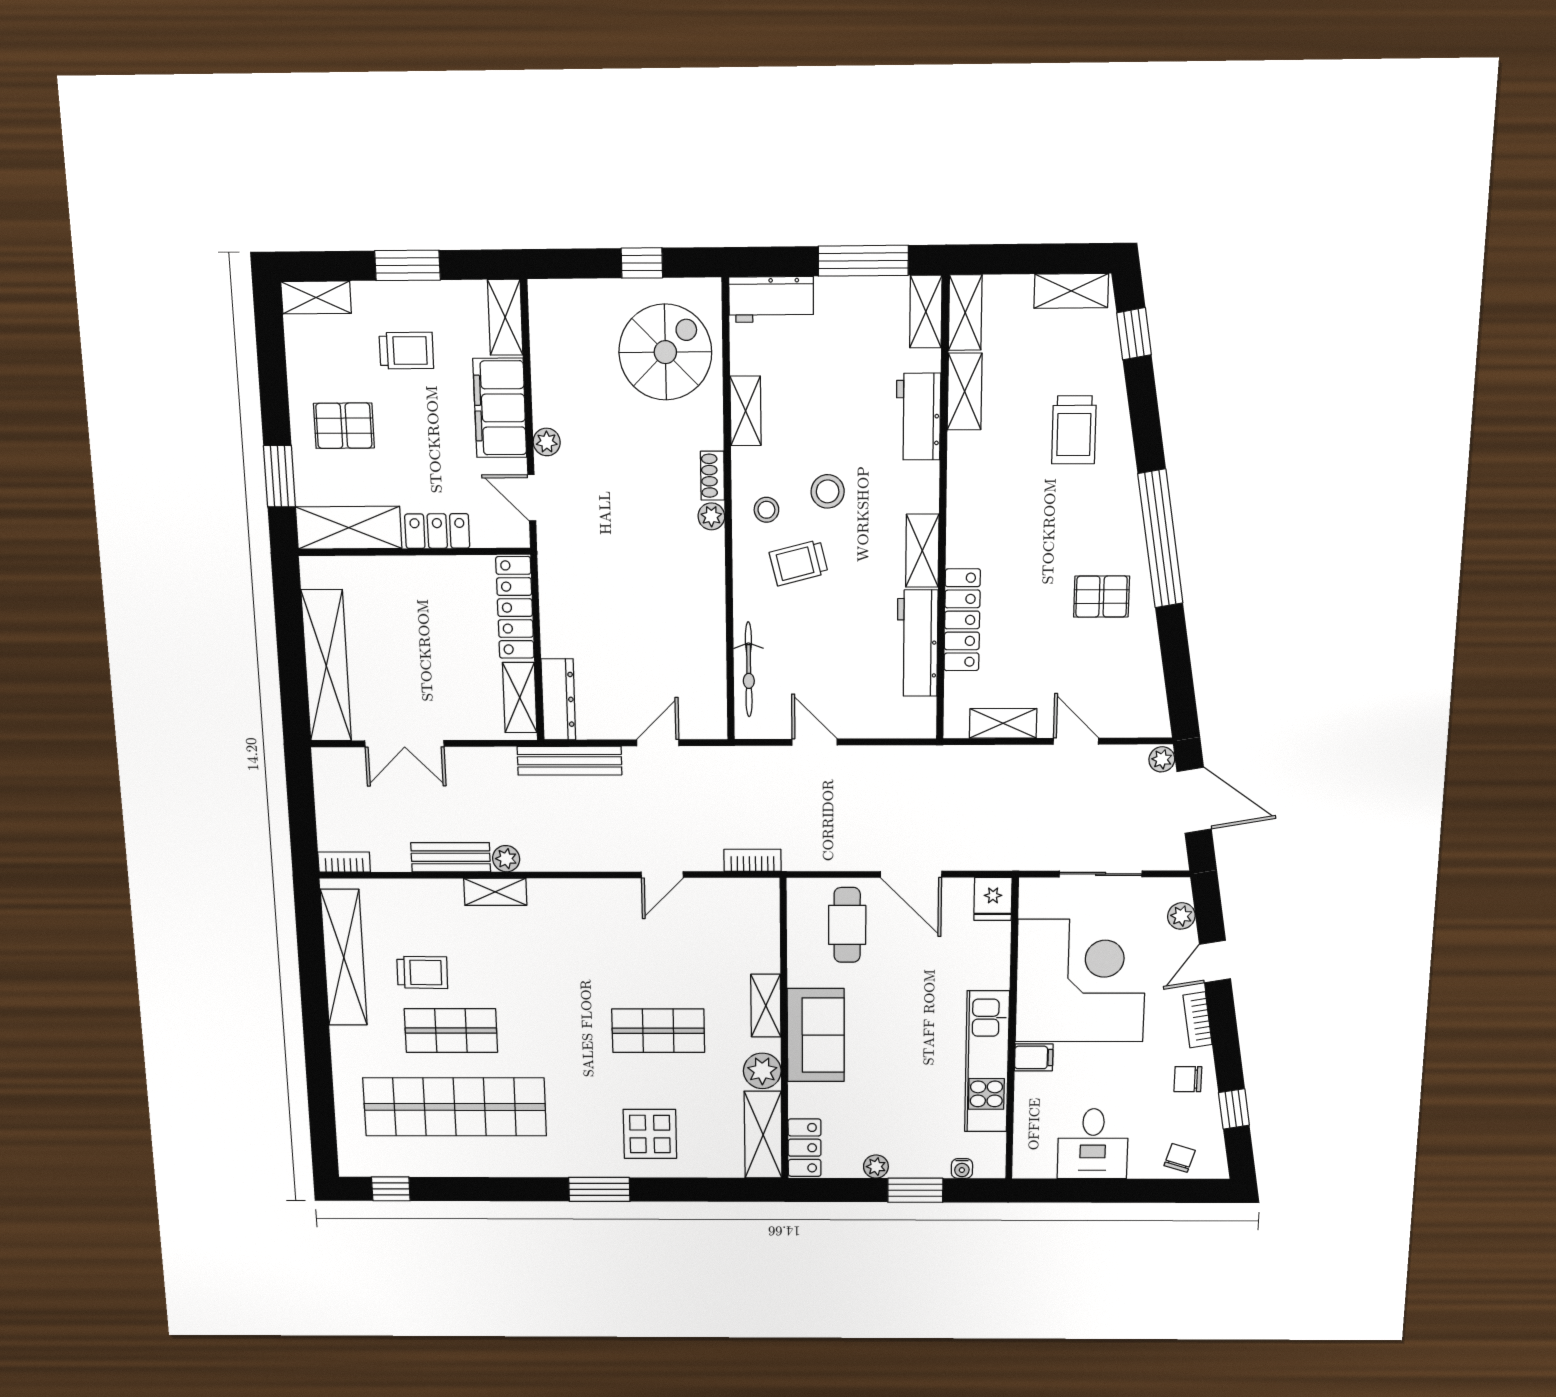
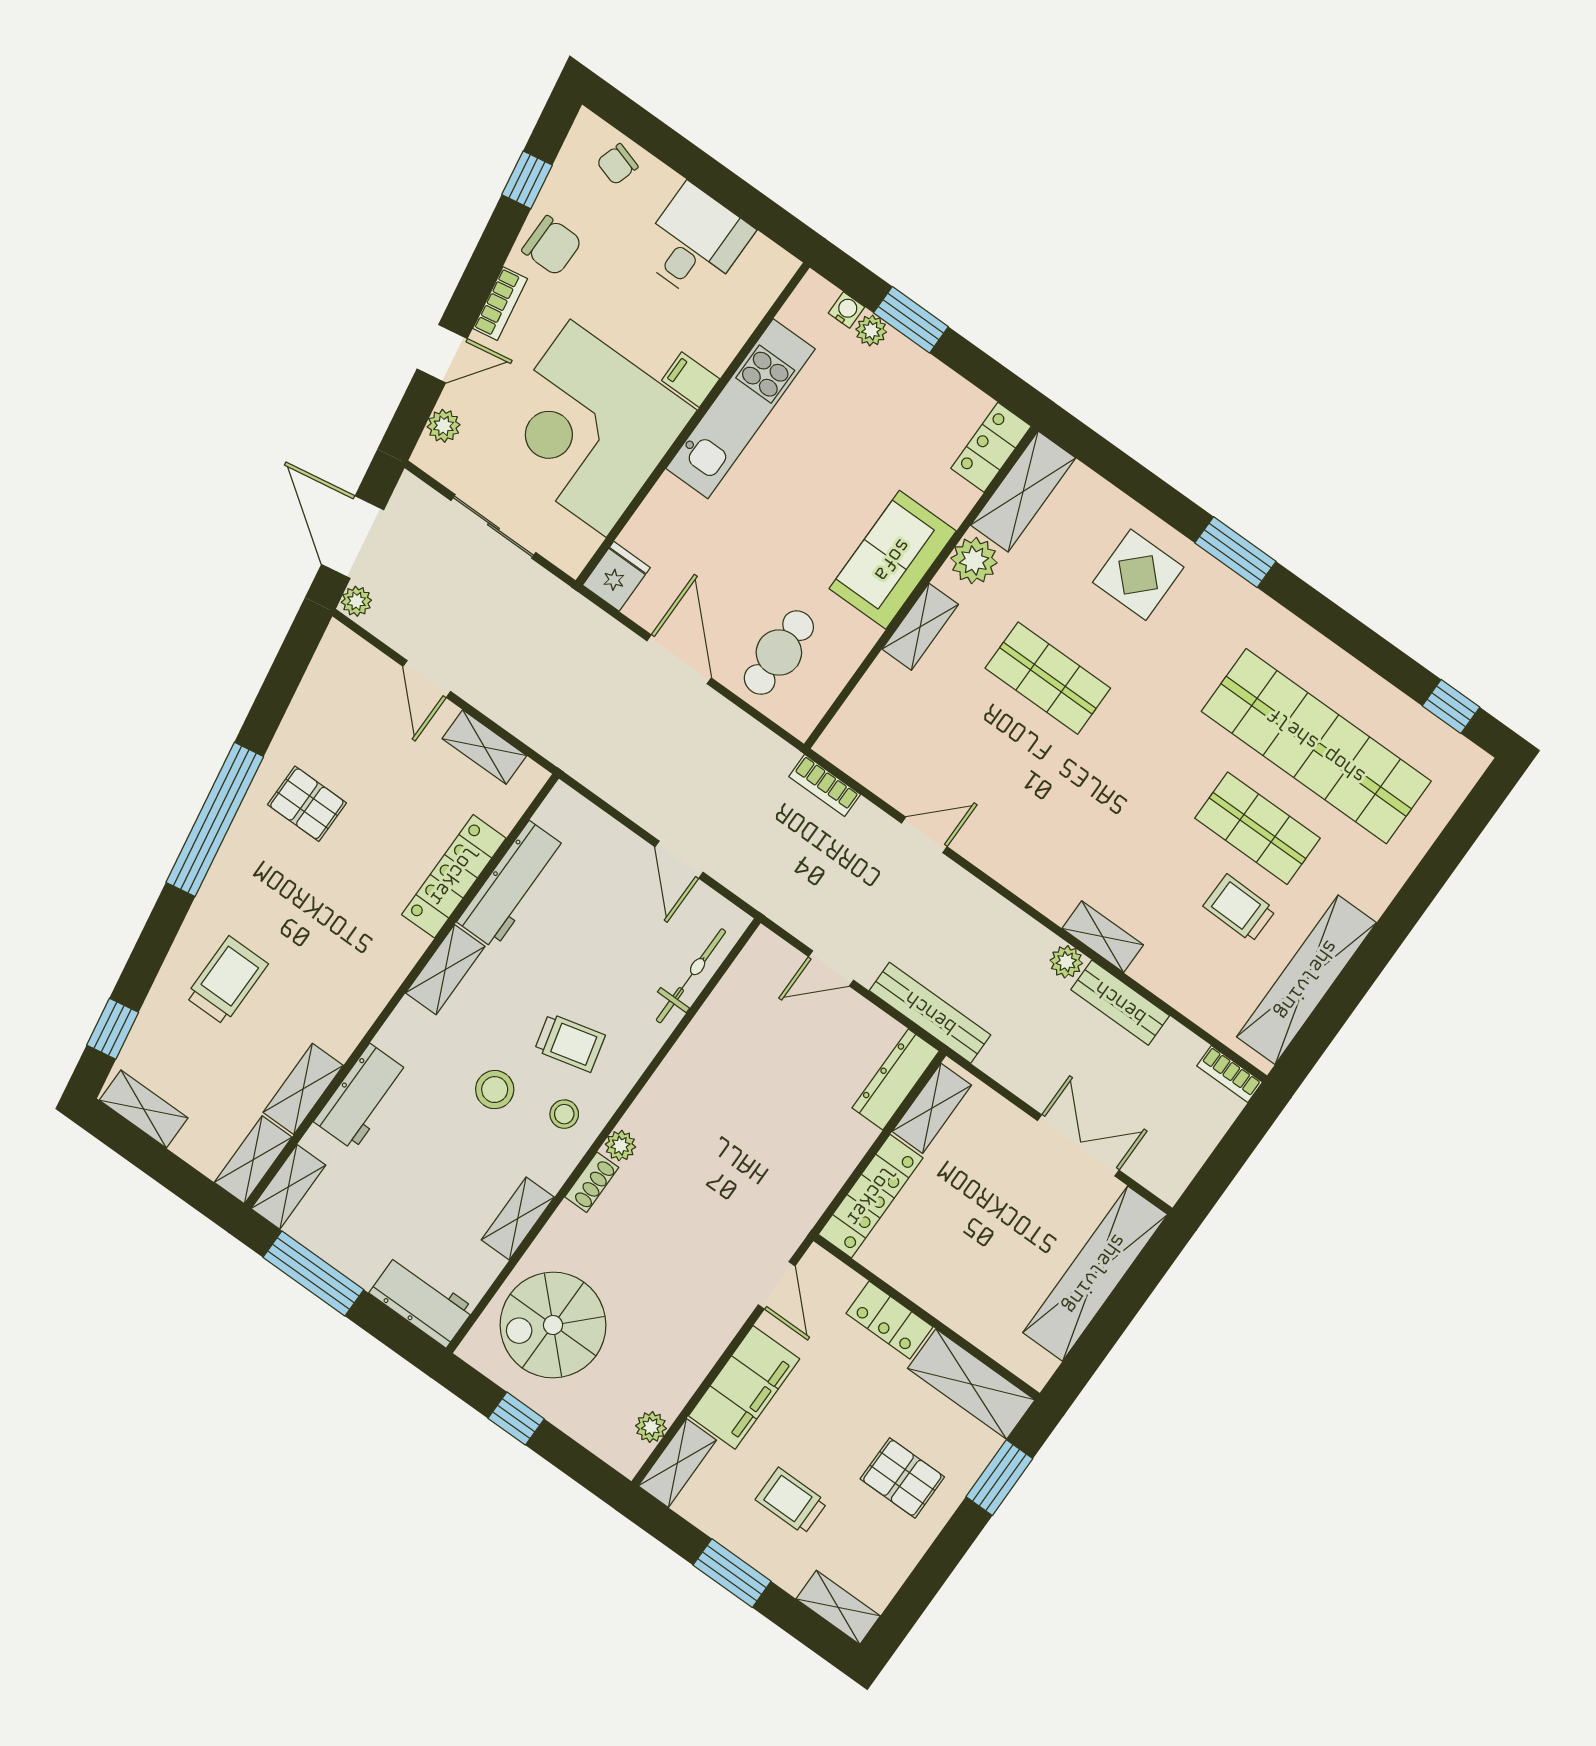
plant: (547, 442) -> (651, 1427), moved
chair: (1188, 1079) -> (552, 246), width x1.37, depth x1.37
plant: (876, 1167) -> (871, 331), moved

